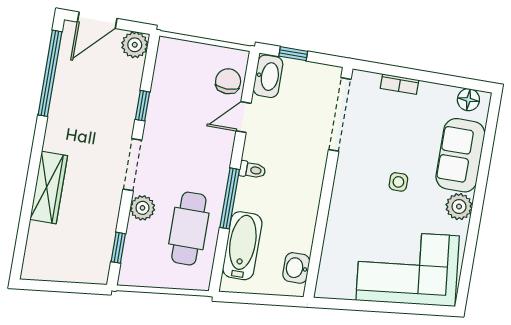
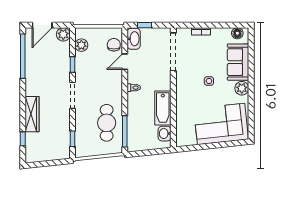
window: (230, 198) -> (125, 131), moved
plant: (142, 208) -> (81, 45), moved
window: (23, 232) -> (23, 139), added
bathtub: (242, 246) -> (163, 108), moved, turned 180

